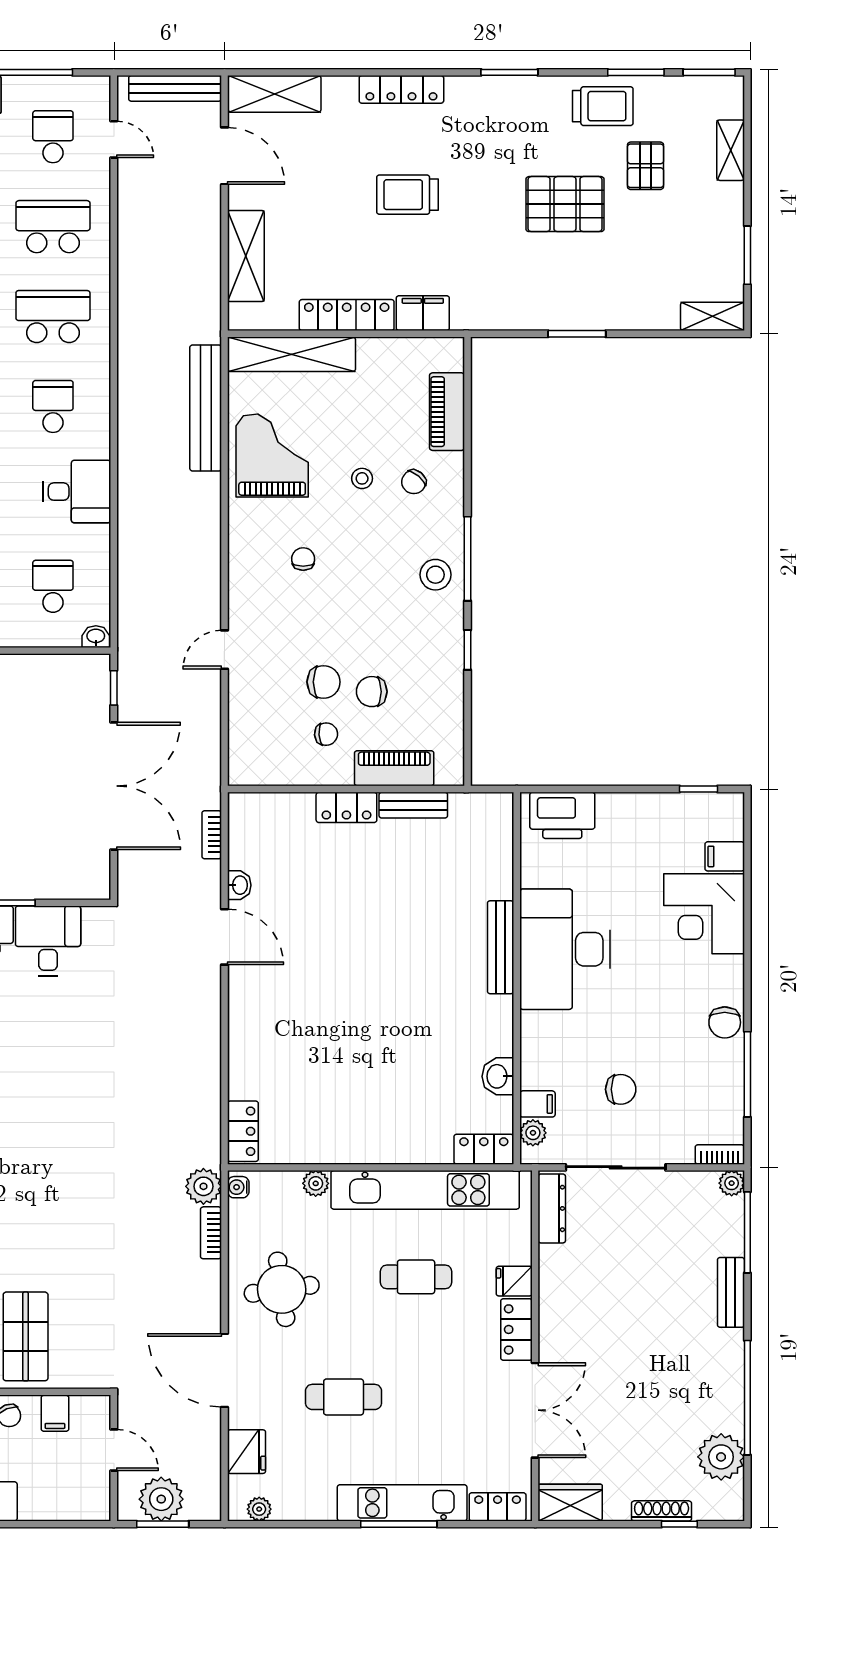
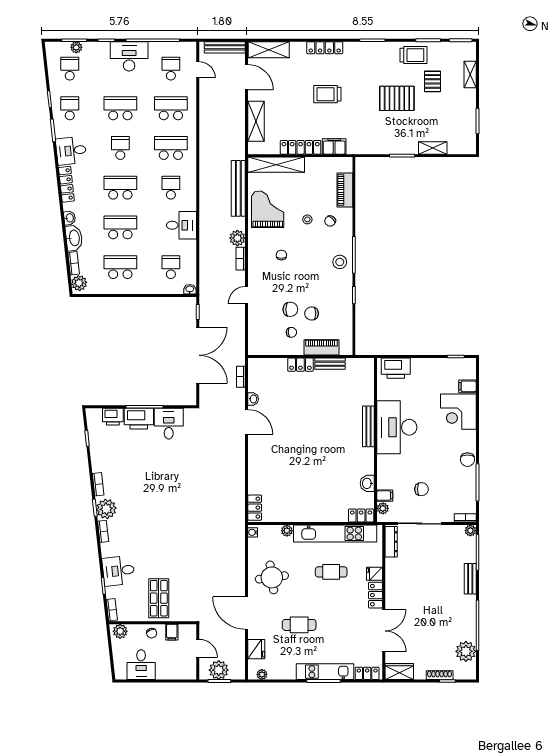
shelving: (712, 316) -> (433, 148), moved
plant: (203, 1186) -> (237, 238), moved
bookcase: (211, 1233) -> (241, 259), moved

